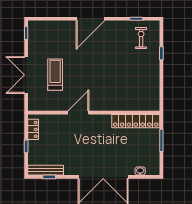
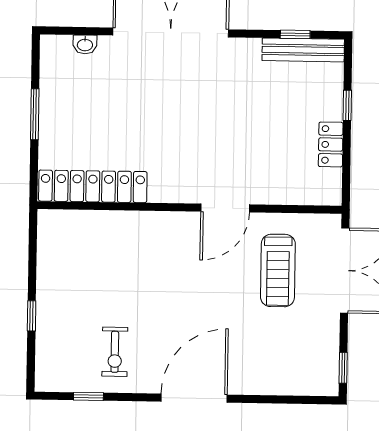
exercise bike: (141, 38) -> (115, 352), moved
door: (78, 113) -> (225, 208), moved
wall: (94, 113) -> (189, 207), moved
locker: (136, 121) -> (93, 186), moved

